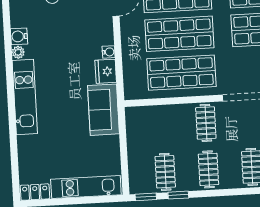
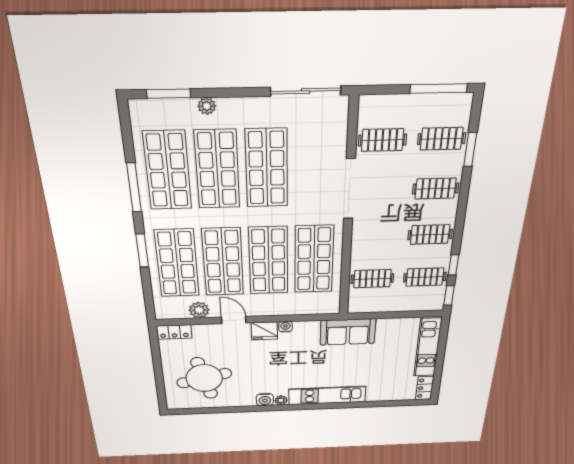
fridge: (106, 71) -> (264, 331), moved
clothes rail: (206, 123) -> (372, 279), moved

